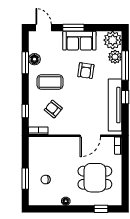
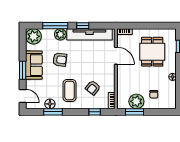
door: (44, 28) -> (23, 96), swing flipped
plant: (115, 57) -> (60, 34), moved
plant: (37, 159) -> (136, 101), added
window: (25, 179) -> (134, 112), moved

